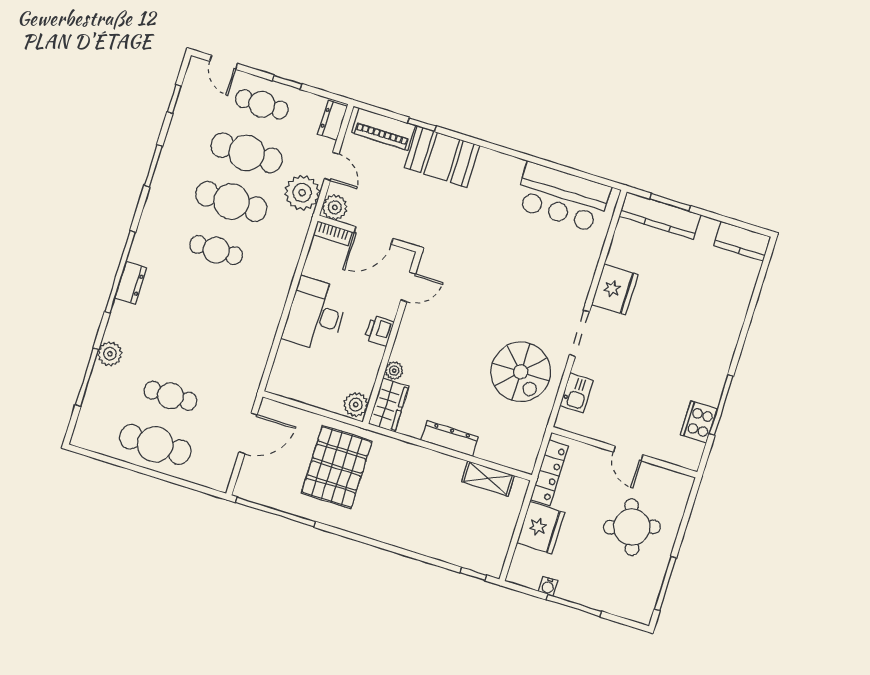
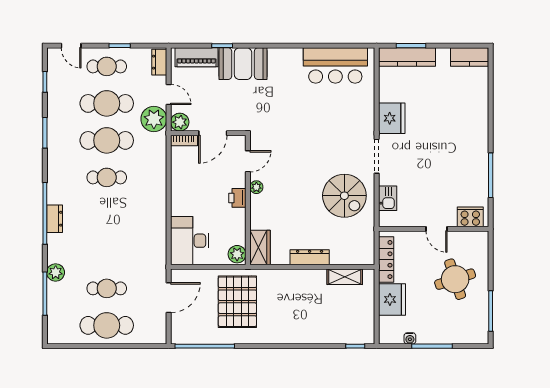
desk: (316, 314) -> (190, 241), moved
plant: (394, 371) -> (256, 187), moved
cooker: (699, 422) -> (470, 217), moved, turned 90

